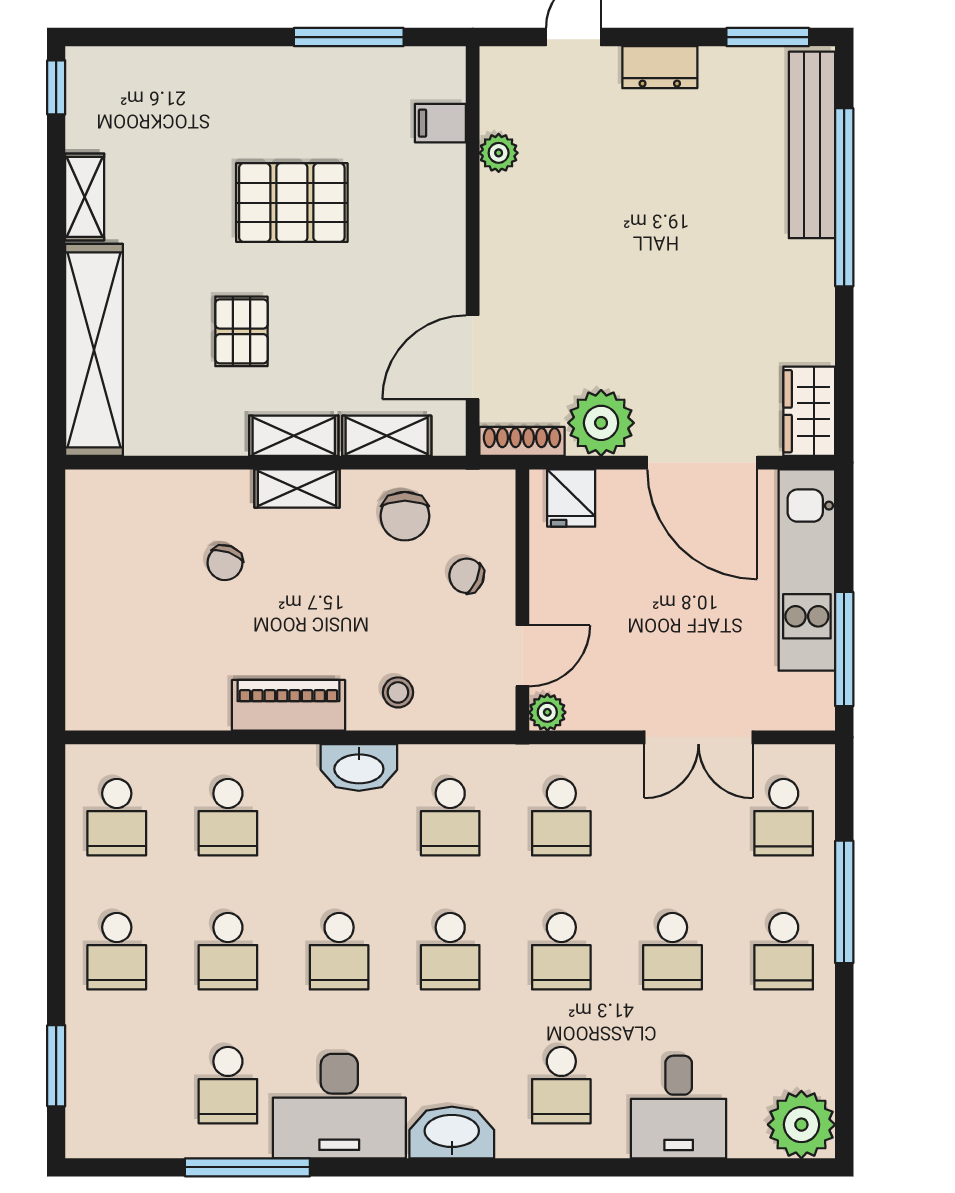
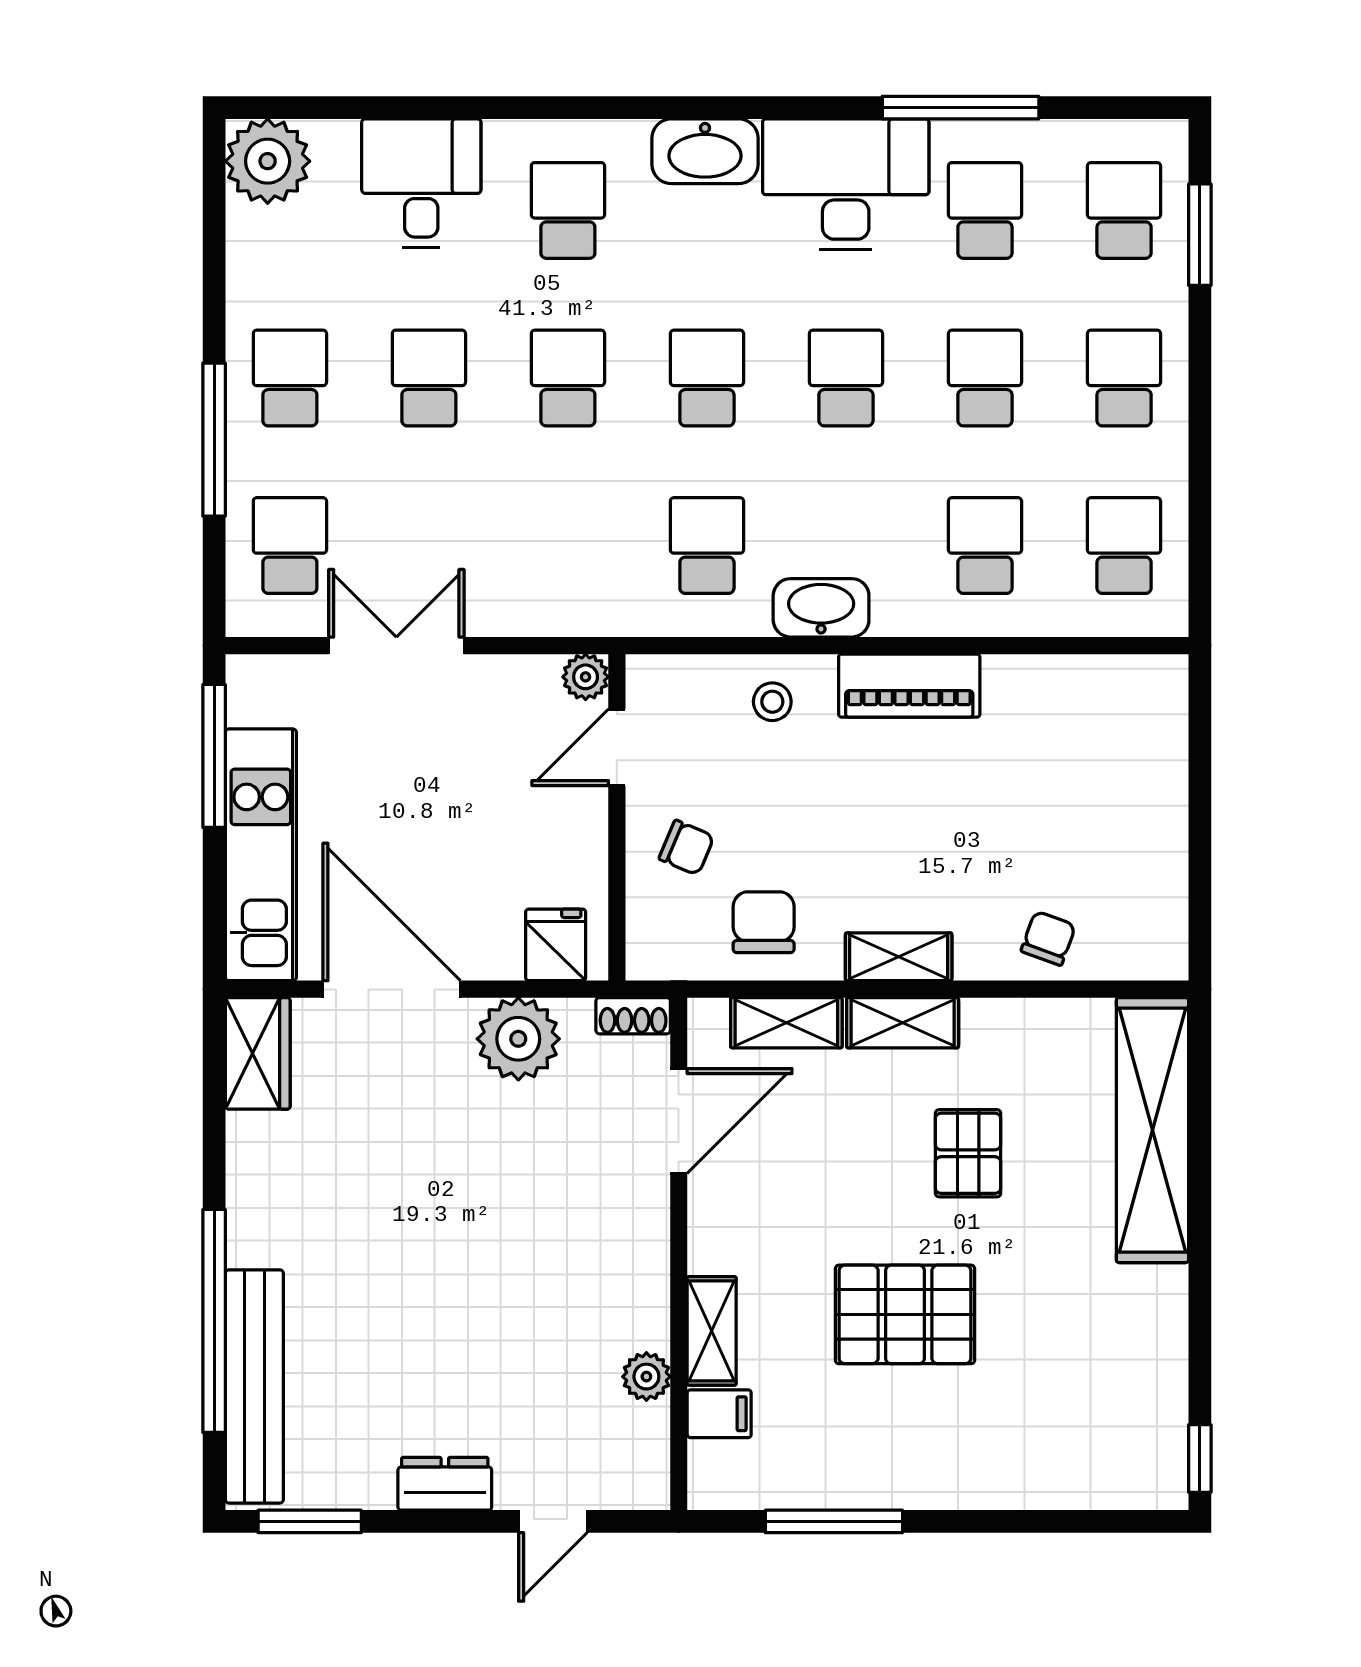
shelving: (85, 197) -> (712, 1331), moved
shoe rack: (522, 441) -> (633, 1016), width x0.70
chair: (225, 563) -> (1048, 938), moved
school desk: (561, 817) -> (1124, 210), moved

